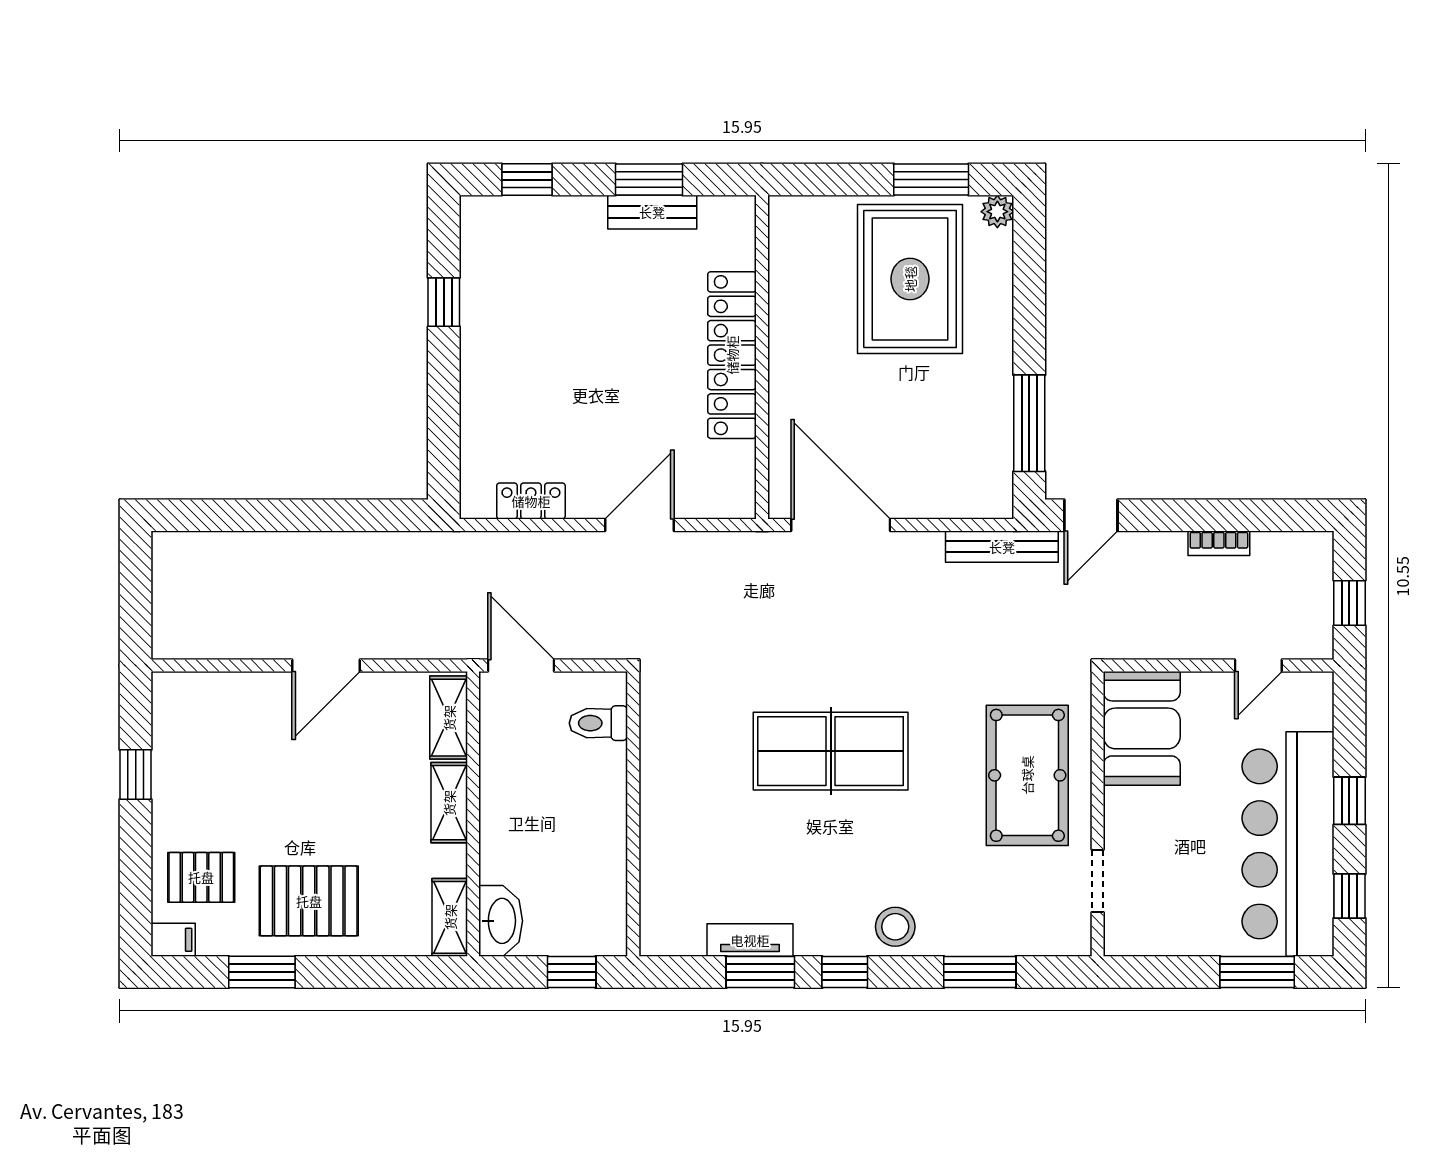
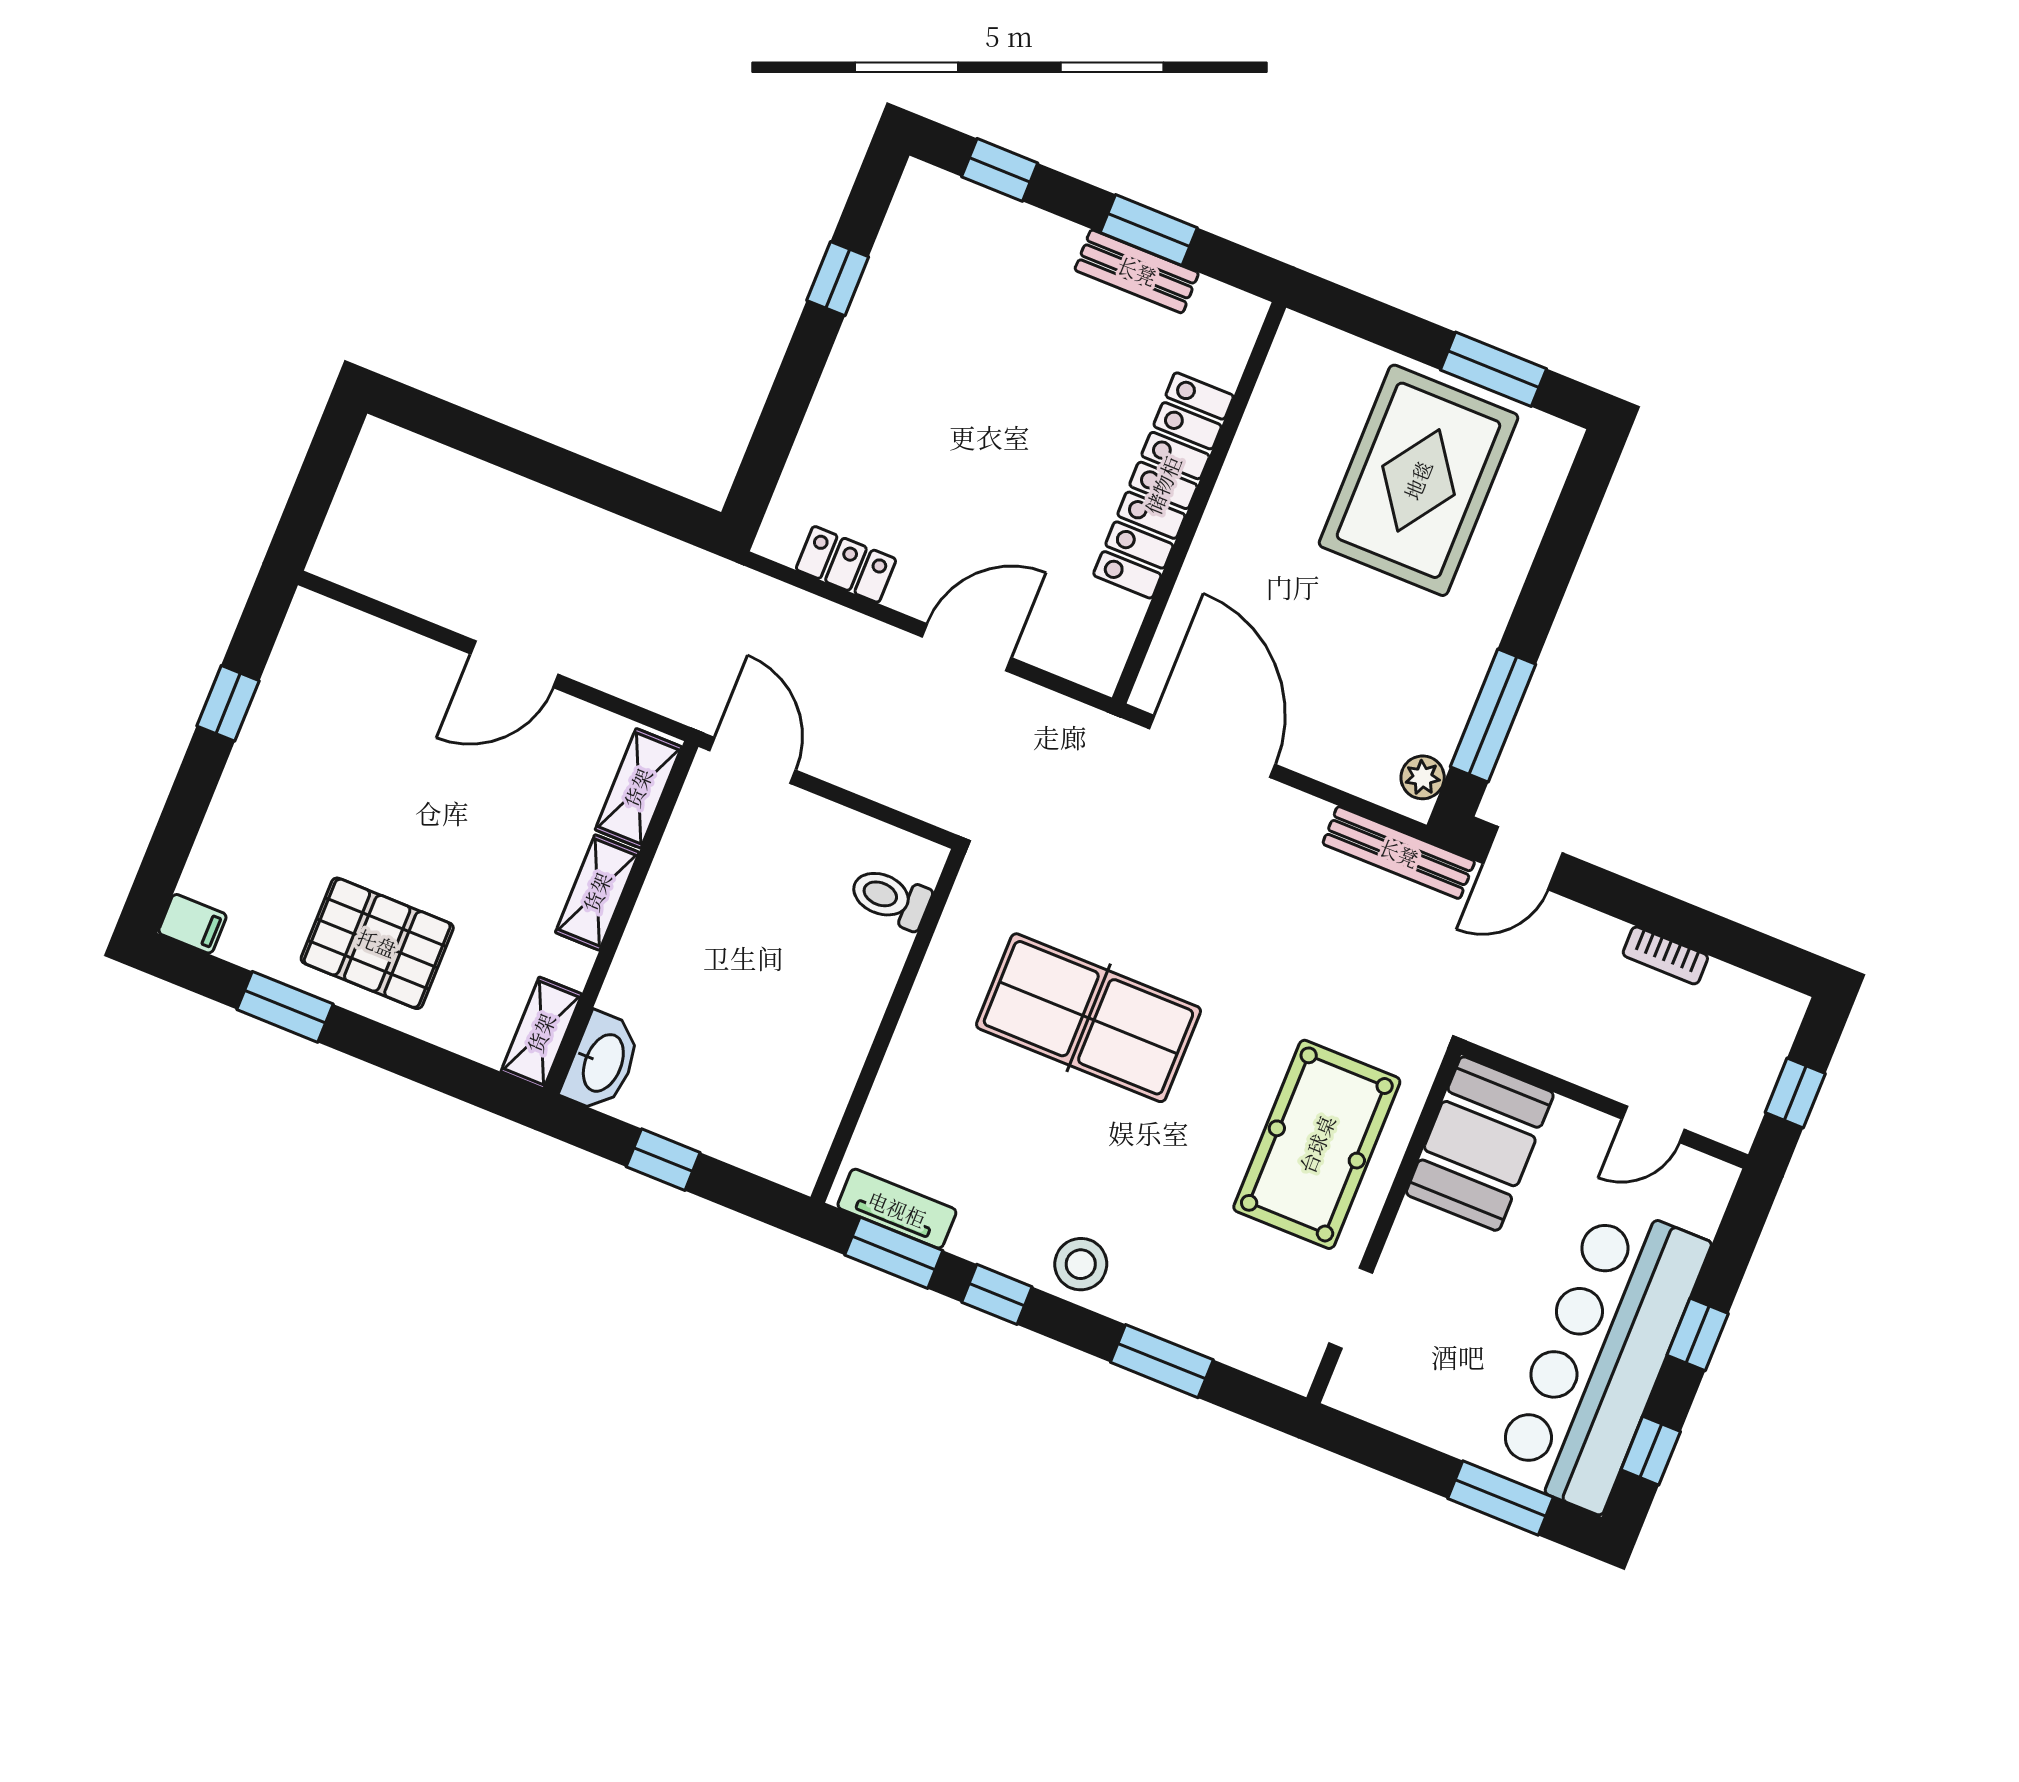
plant: (997, 212) -> (1423, 777), moved
toilet: (598, 723) -> (890, 898), moved
wall: (633, 814) -> (888, 1026), moved
pallet: (201, 877) -> (258, 861), removed

